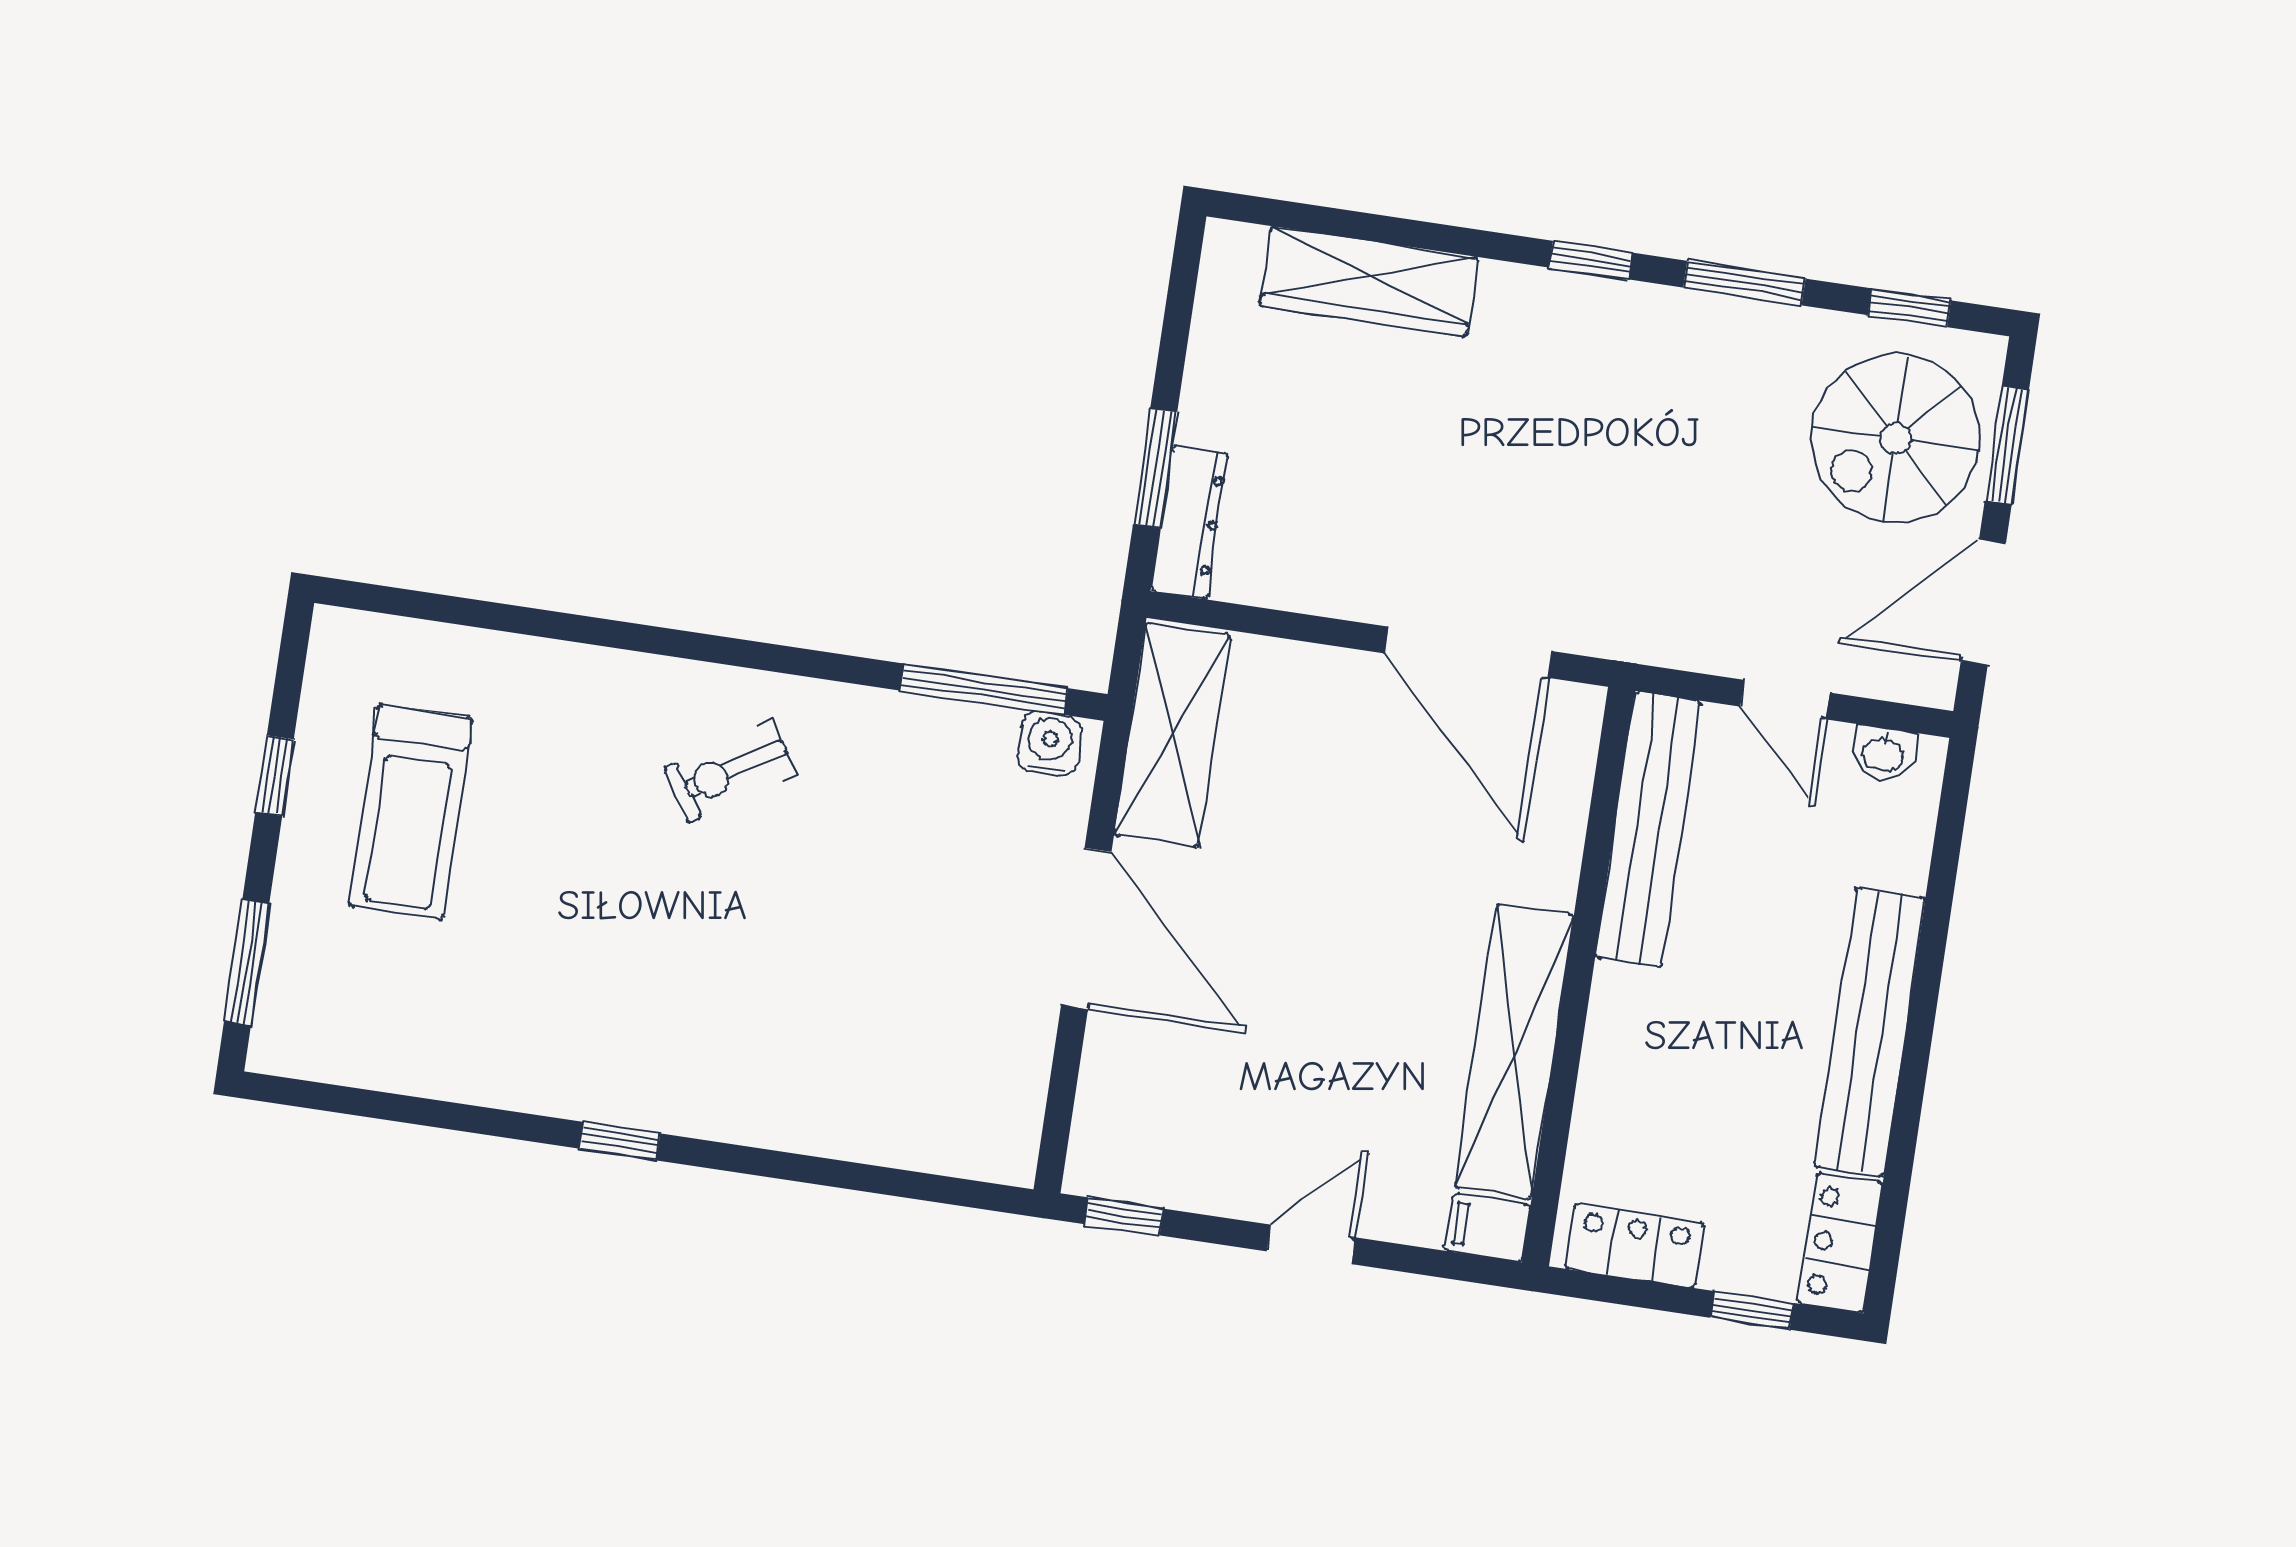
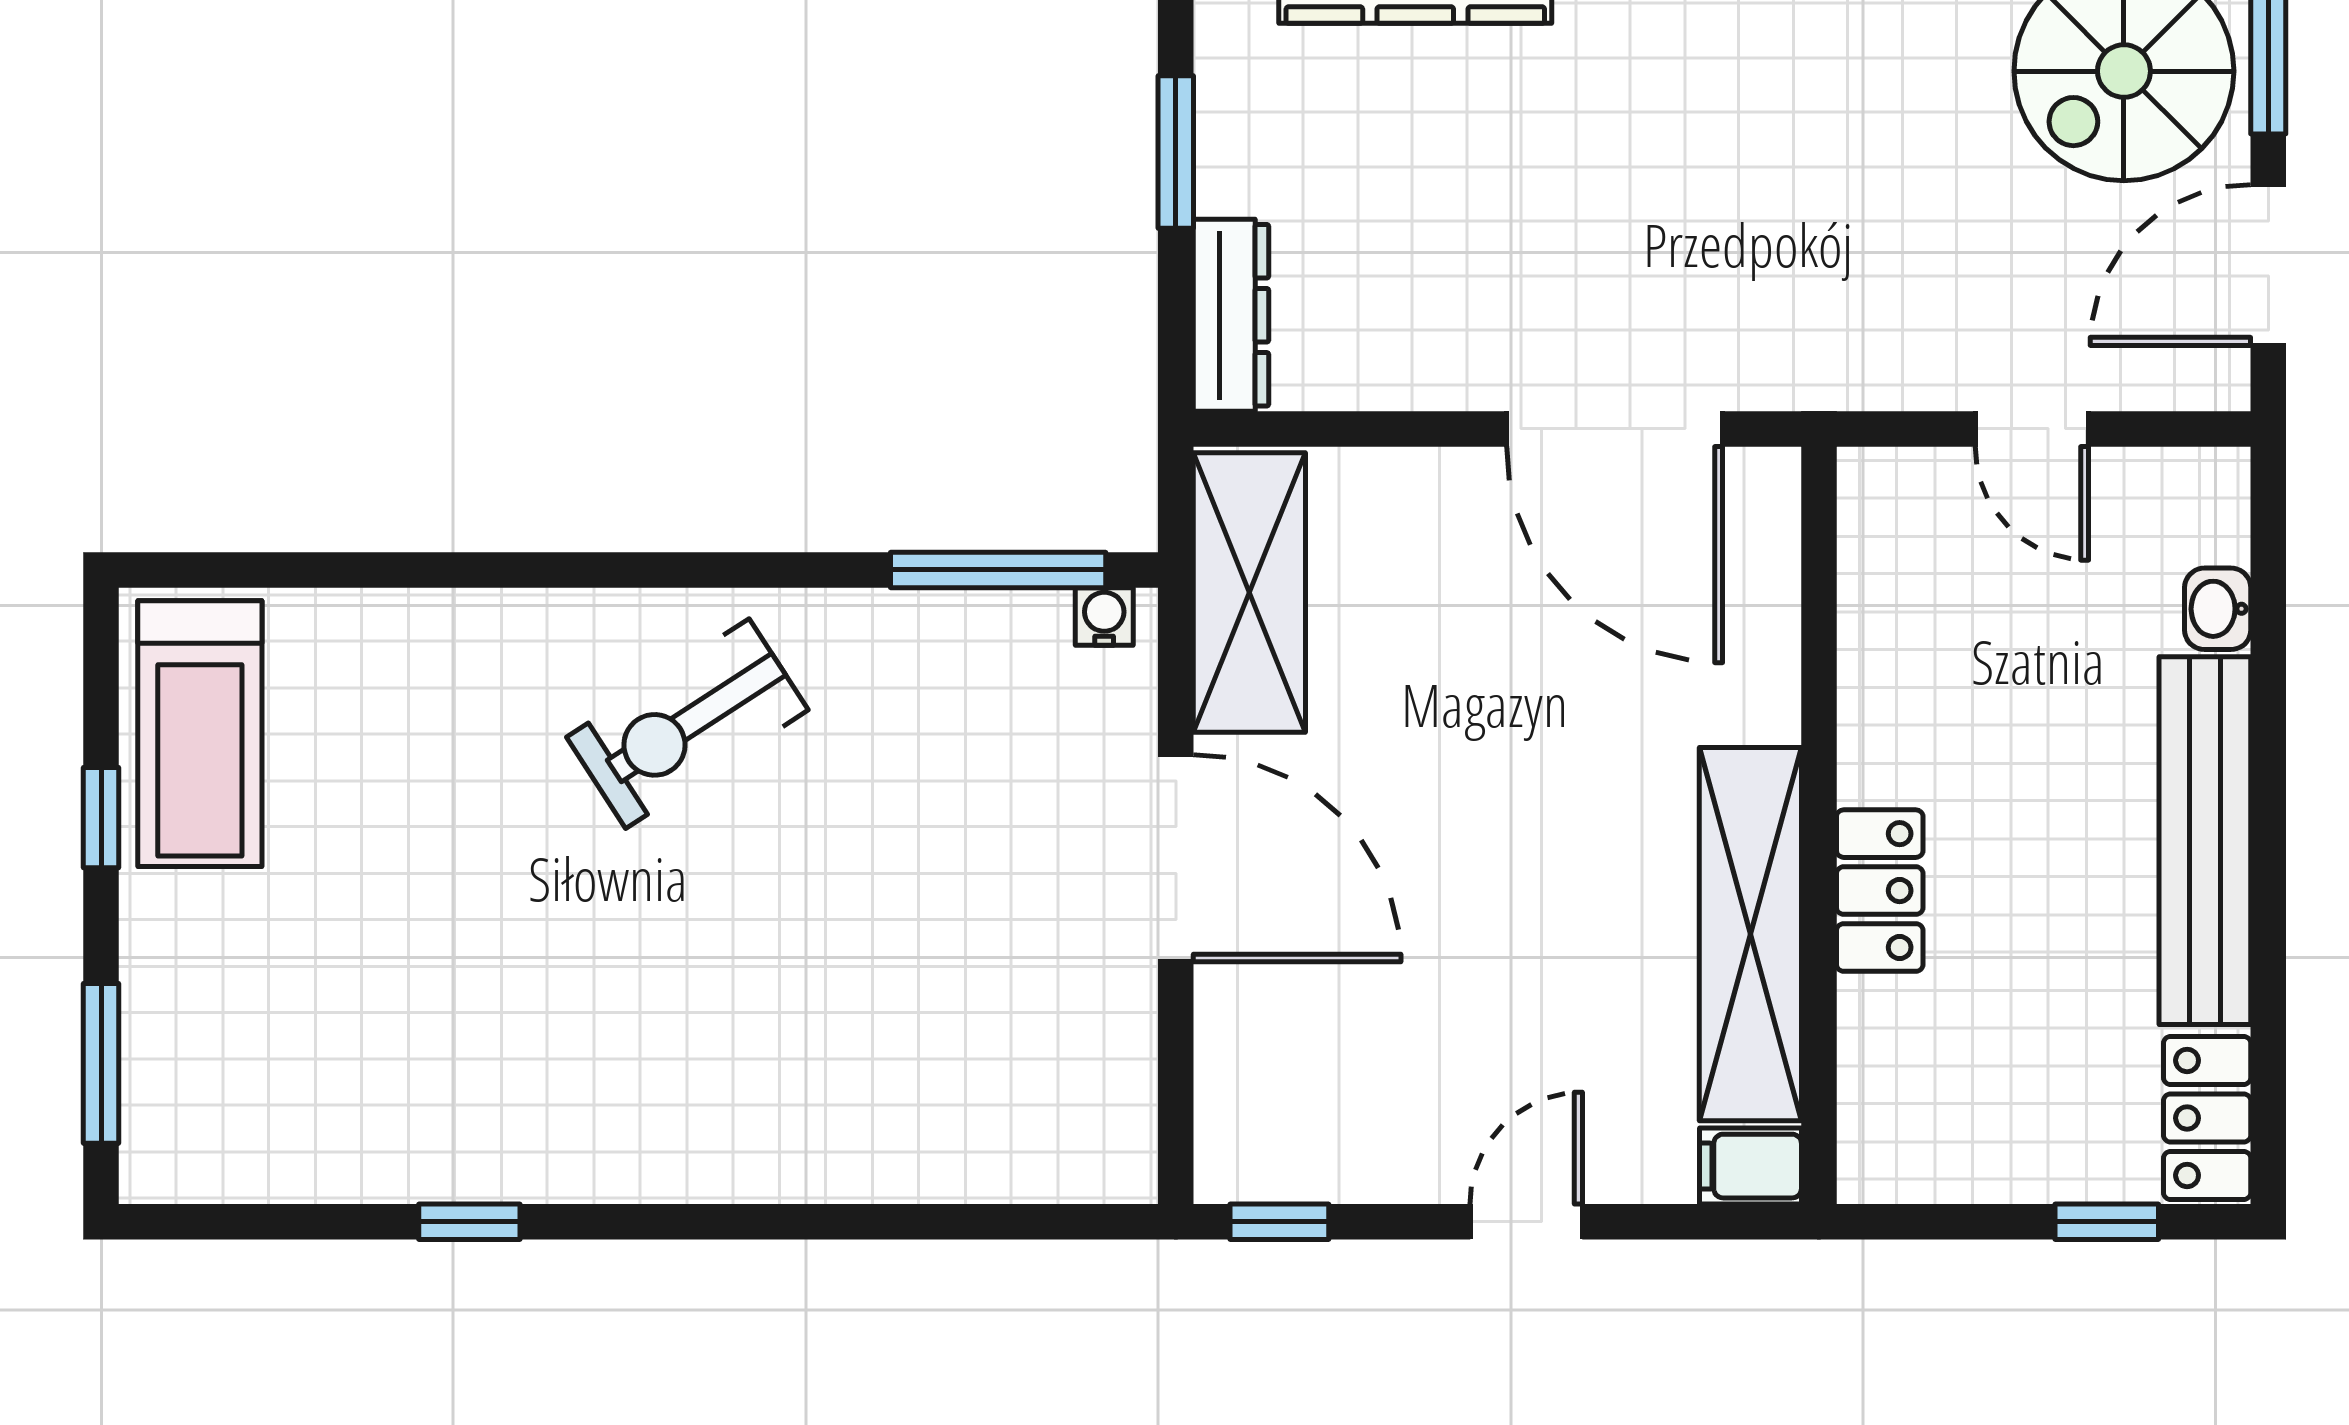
window: (1155, 468) -> (1176, 152), moved
water cooler: (1050, 744) -> (1104, 616), width x0.72, depth x0.72
washbasin: (1883, 754) -> (2218, 609), moved, turned 90
exercise bike: (731, 771) -> (687, 724), width x1.38, depth x1.39
treadmill: (411, 812) -> (200, 734), moved
bench: (1648, 829) -> (1880, 622), removed
window: (620, 1141) -> (469, 1222), moved
locker: (1635, 1246) -> (1880, 891), moved, turned 90

